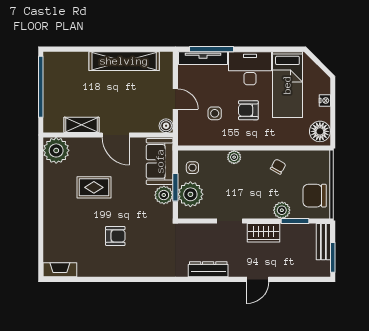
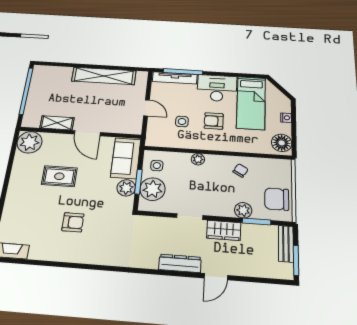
boiler: (166, 126) -> (135, 129), removed
dresser: (208, 269) -> (180, 263), moved

